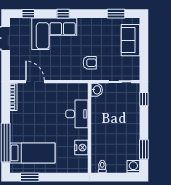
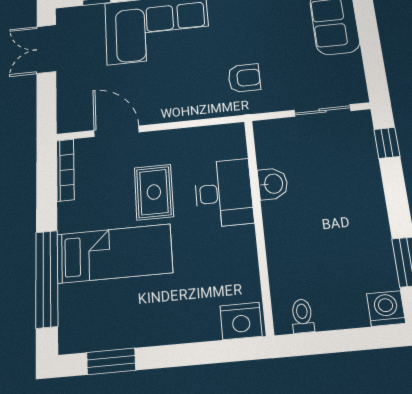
washbasin: (97, 90) -> (273, 184), moved
rug: (49, 111) -> (154, 192), added
nightstand: (81, 148) -> (241, 321), moved, turned 90
bed: (32, 153) -> (114, 253), moved

